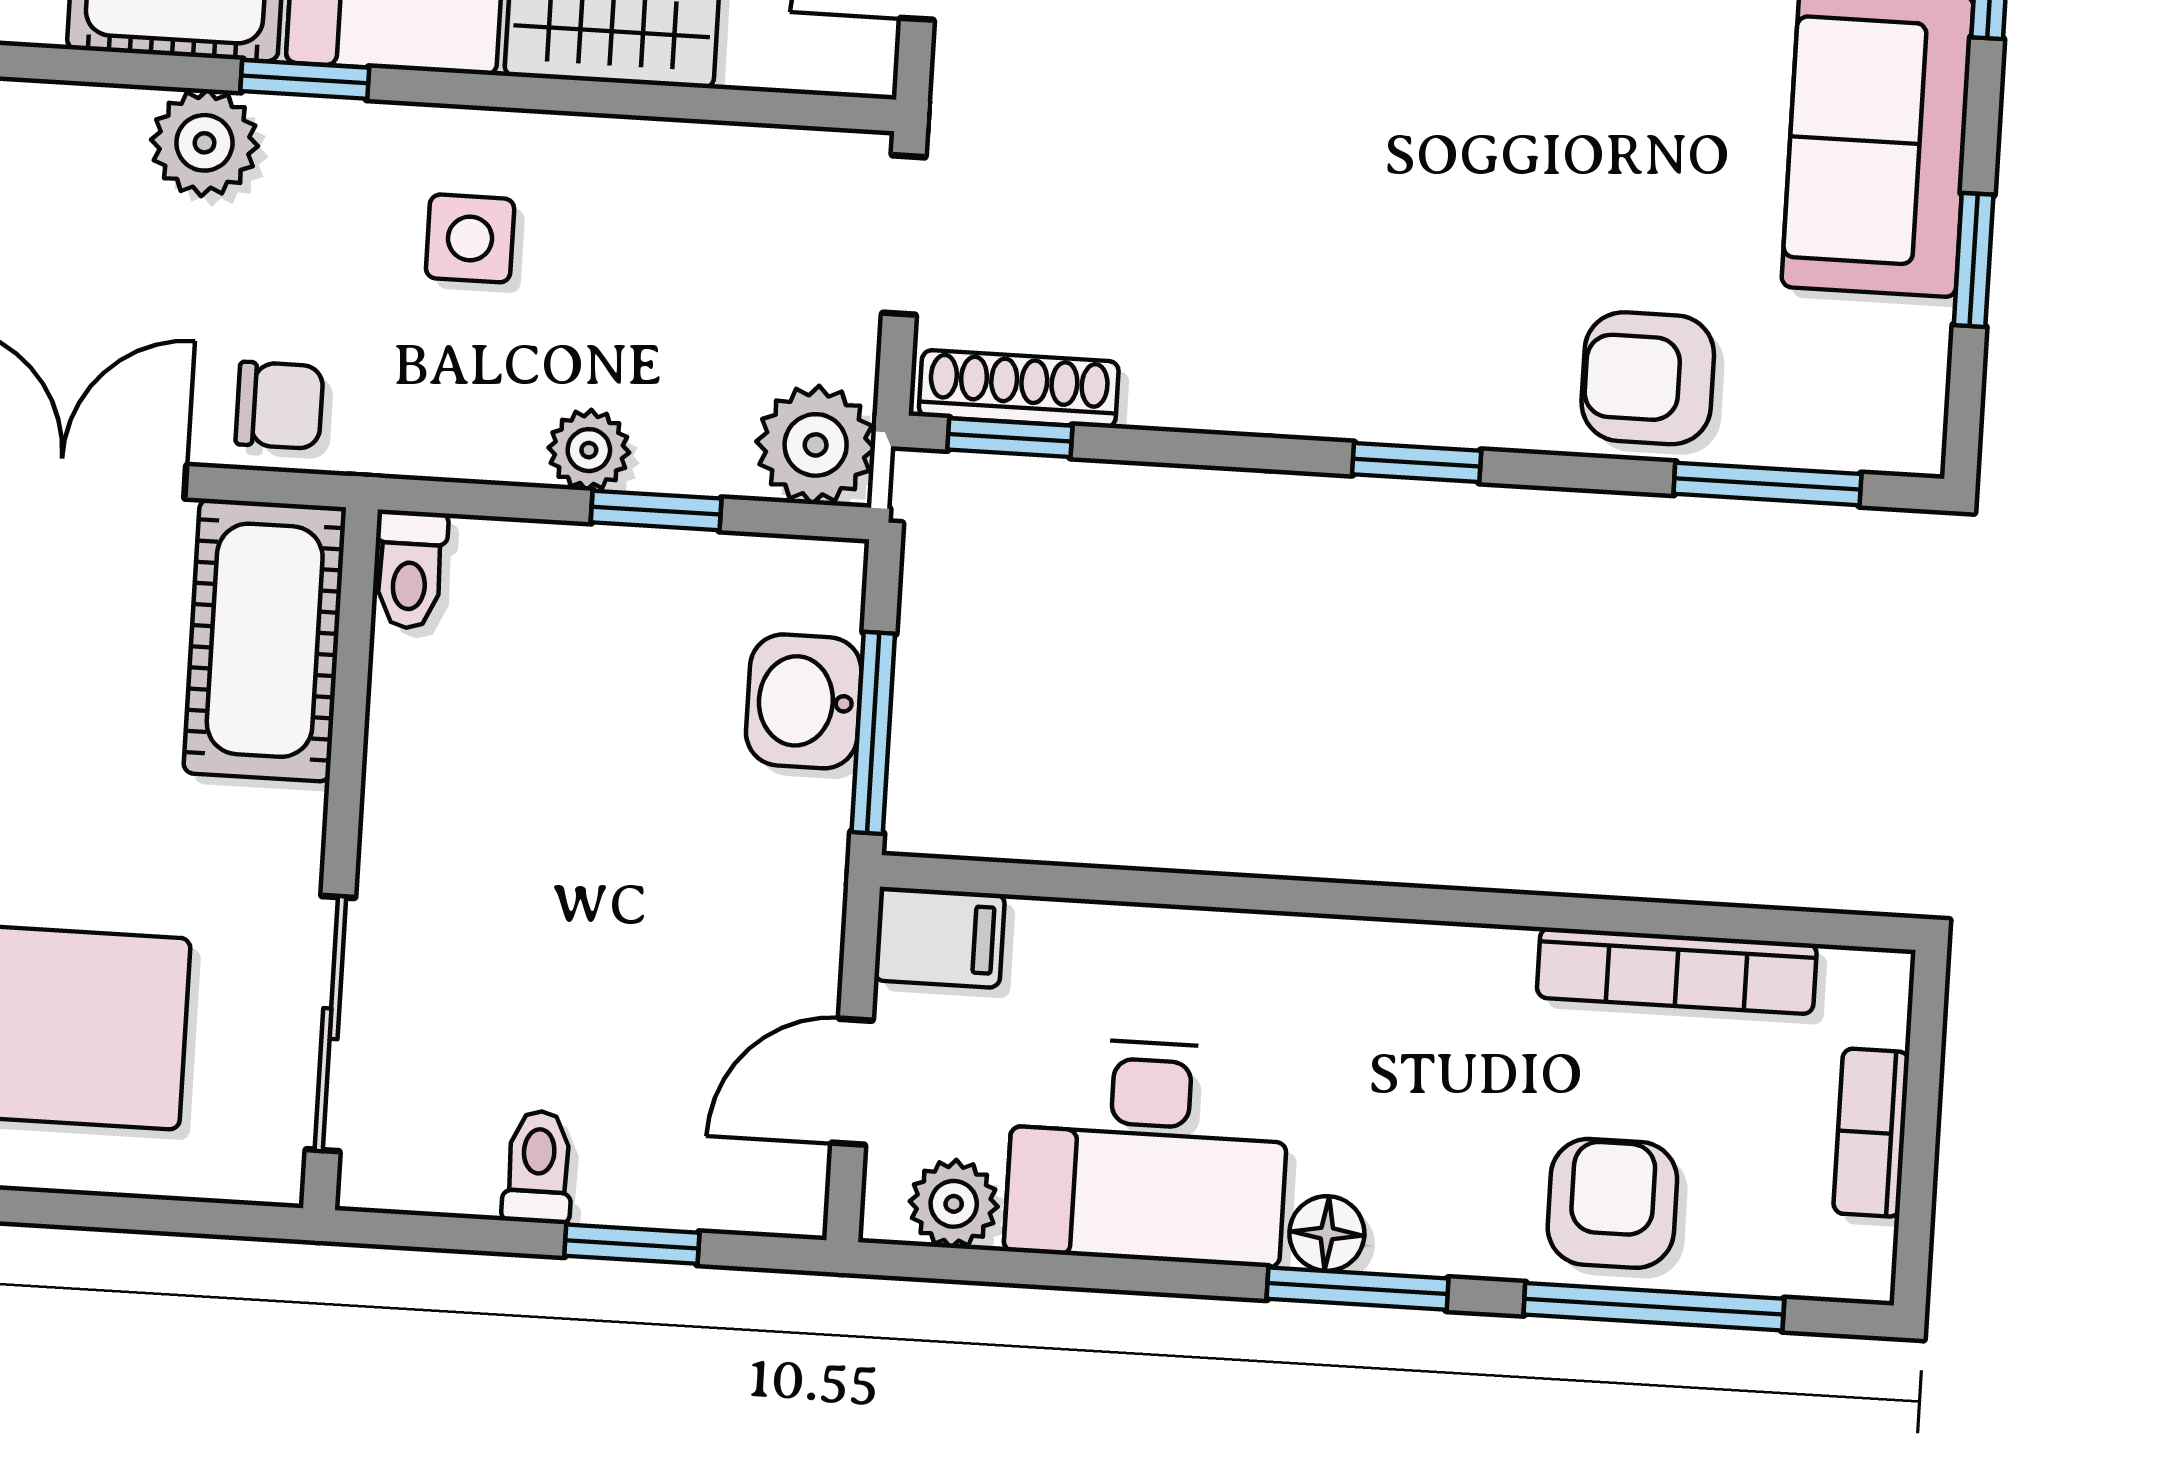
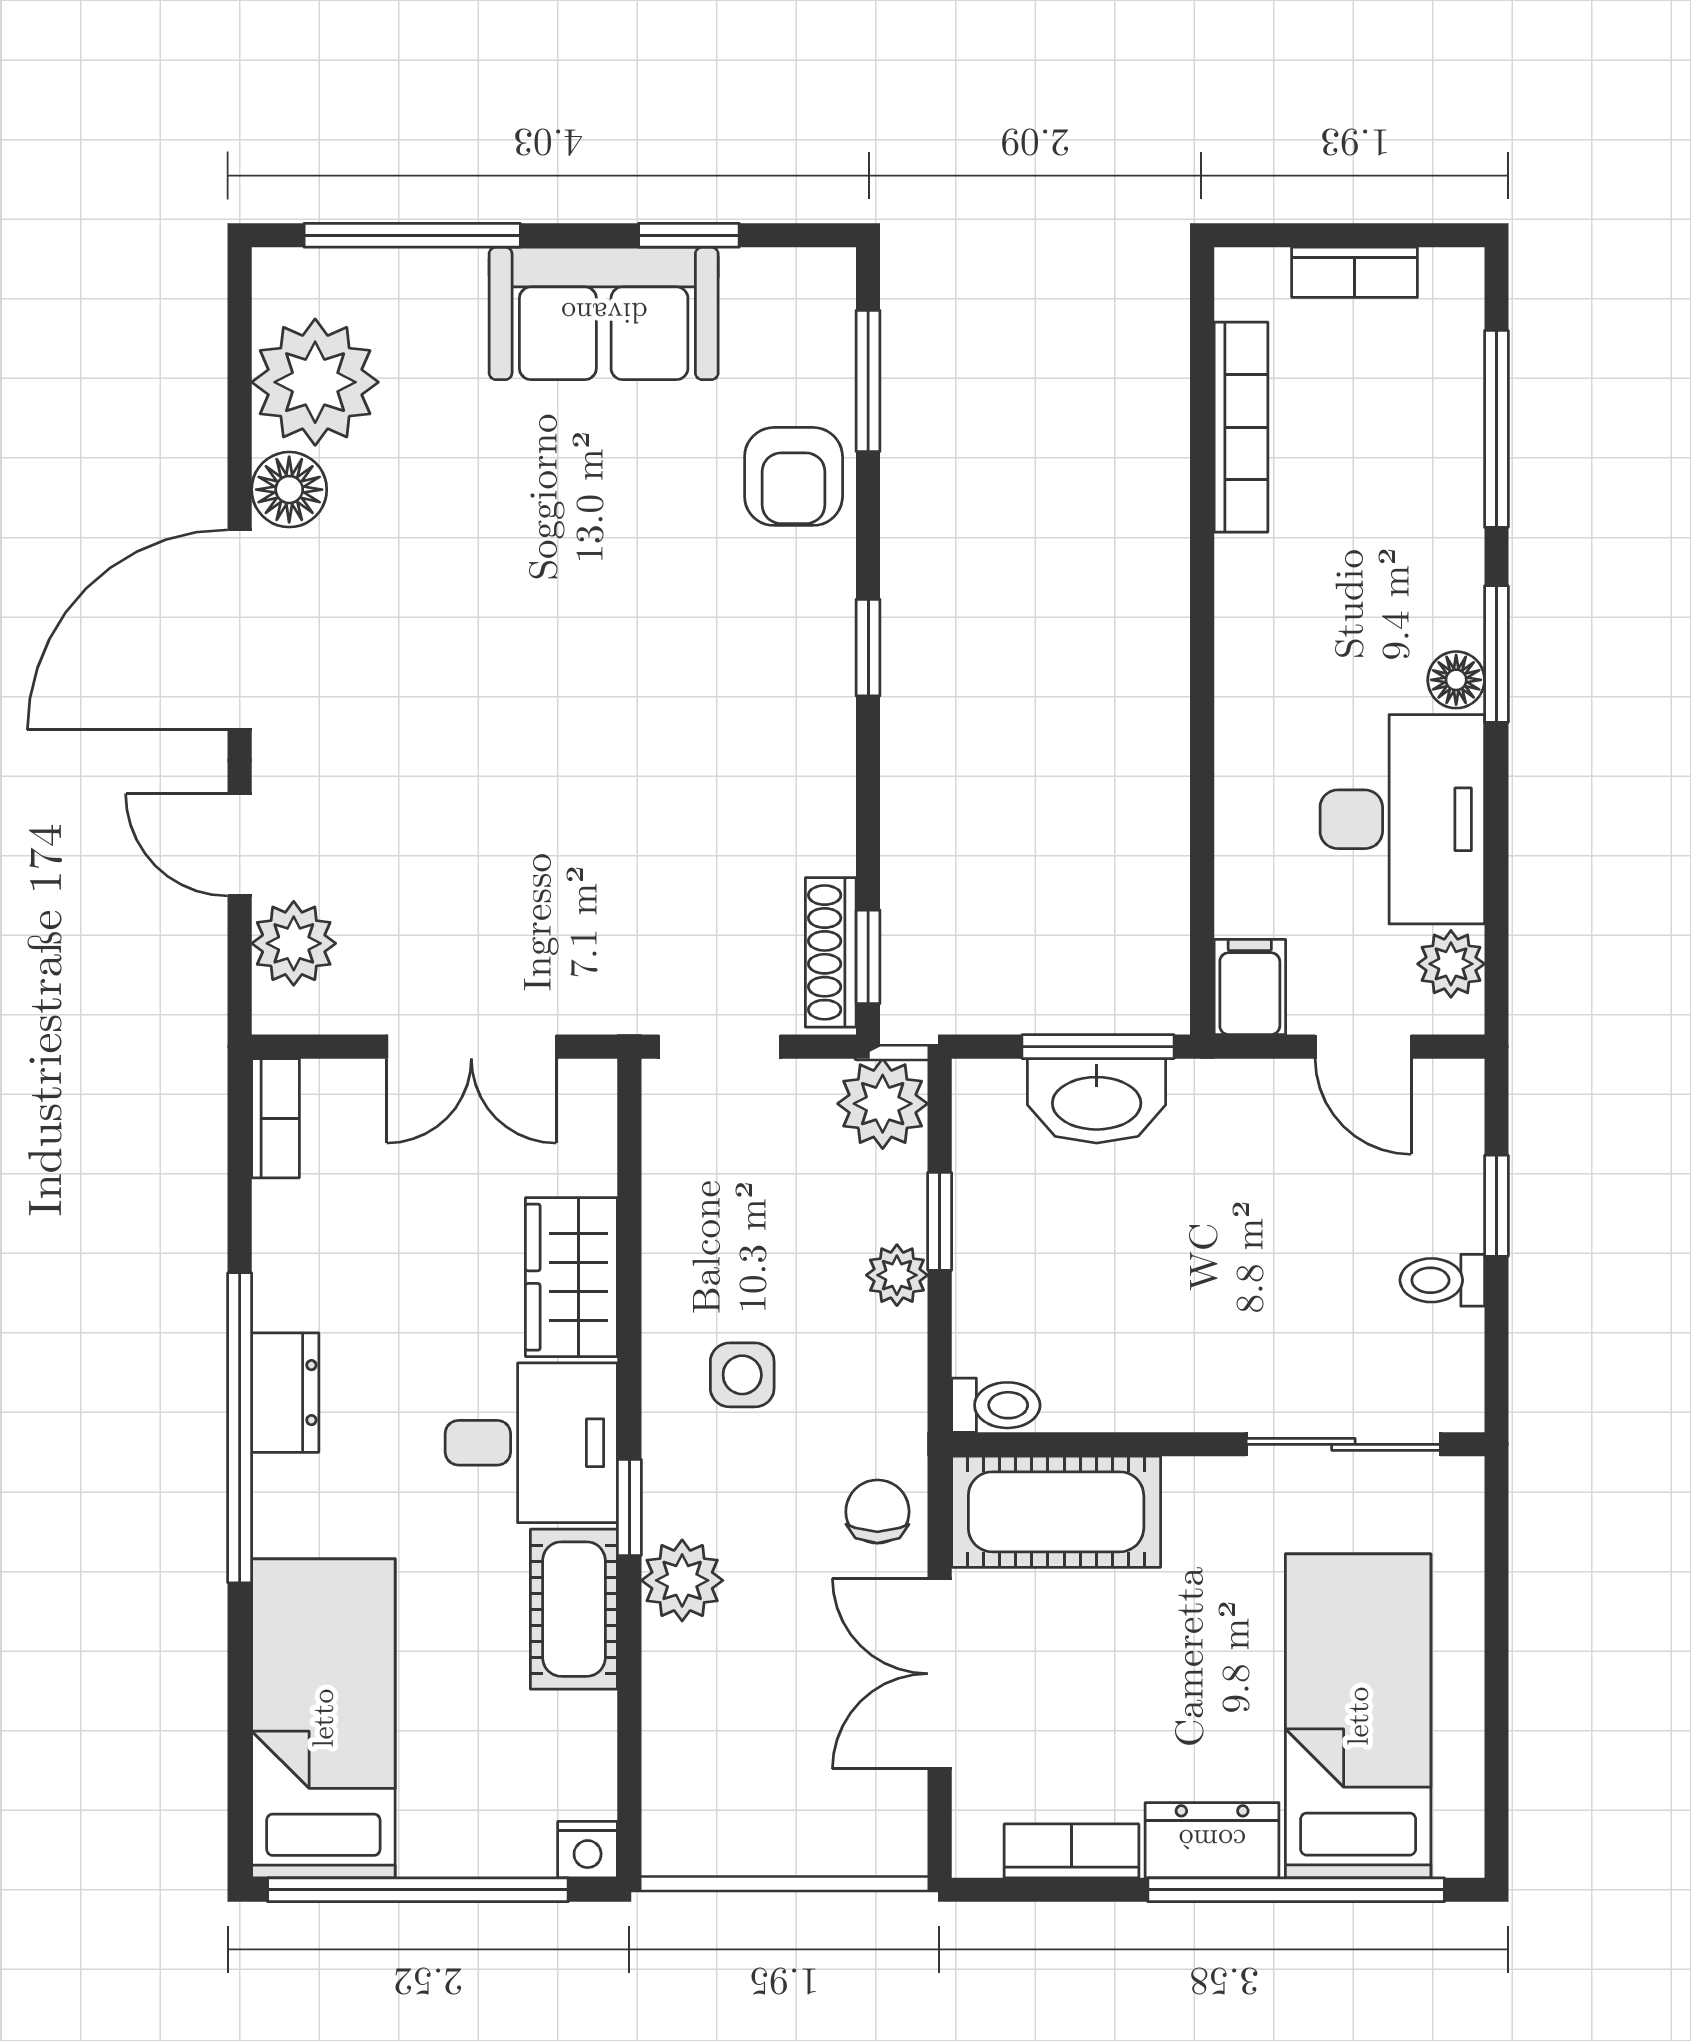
washbasin: (804, 701) -> (1097, 1101), width x1.38
armchair: (1612, 1203) -> (1420, 465), removed

